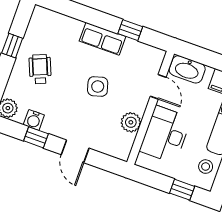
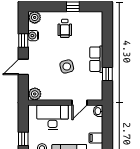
wheelchair: (40, 69) -> (65, 28), turned 112
washbasin: (187, 69) -> (98, 111), width x0.52, depth x0.69
plant: (131, 122) -> (35, 94), moved

